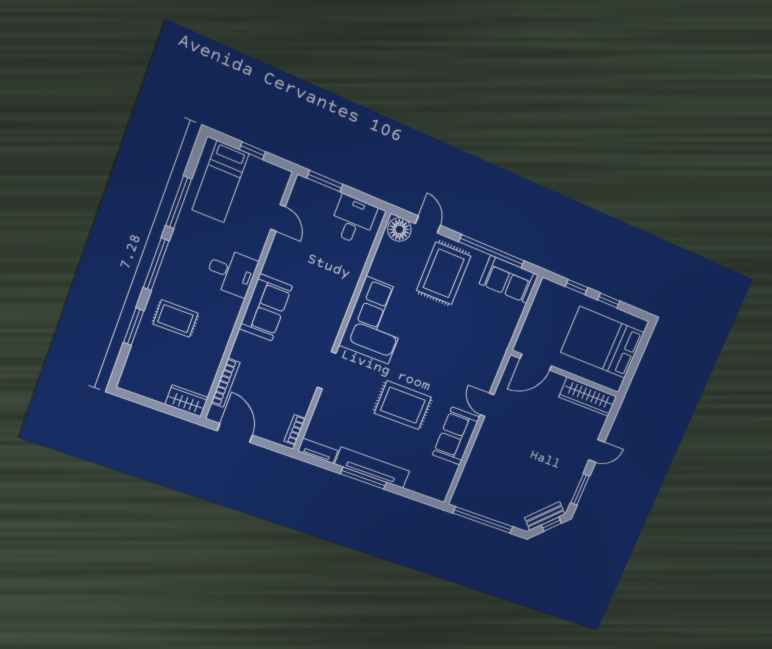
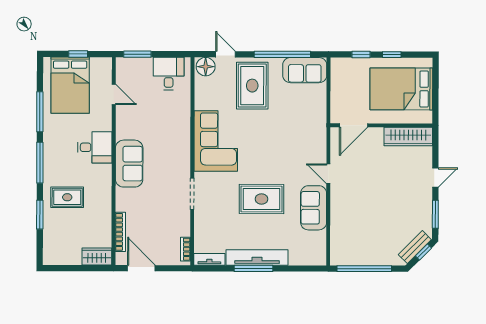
bed: (220, 182) -> (70, 85), width x1.50

